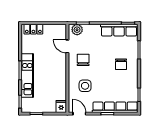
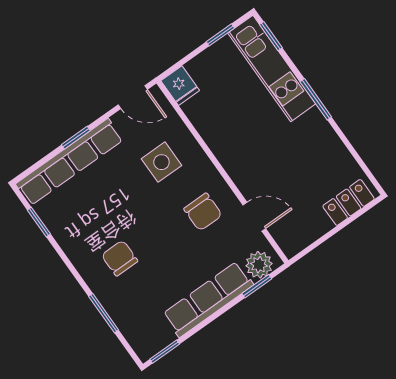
row of seats: (119, 30) -> (208, 299), moved
kitchen unit: (27, 76) -> (272, 68), moved

